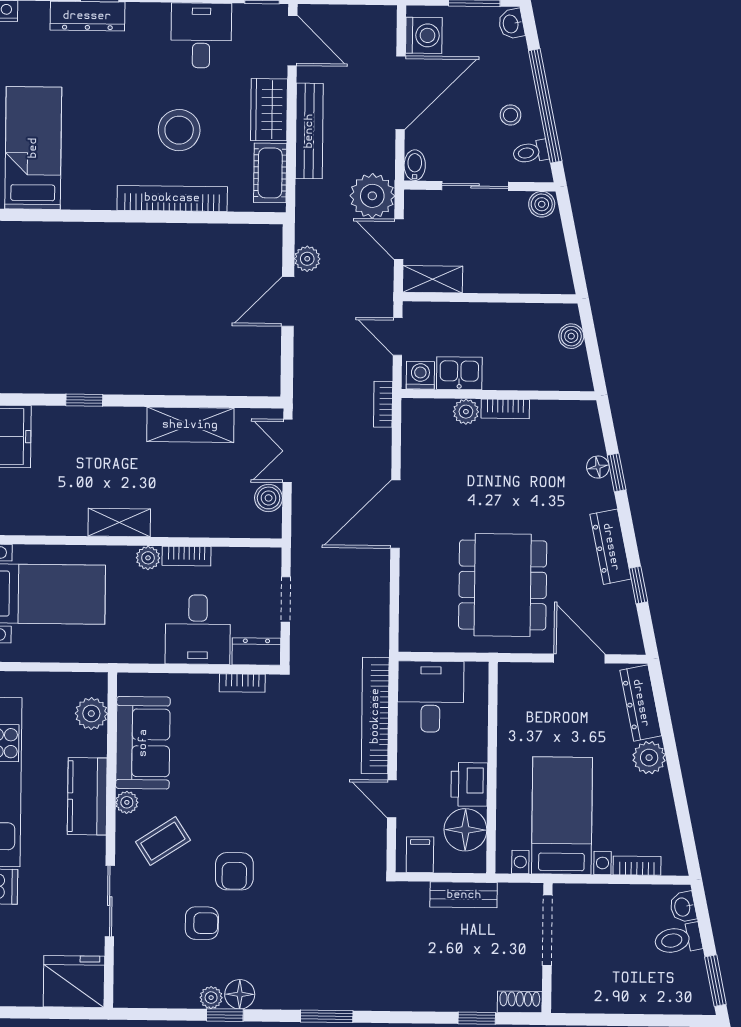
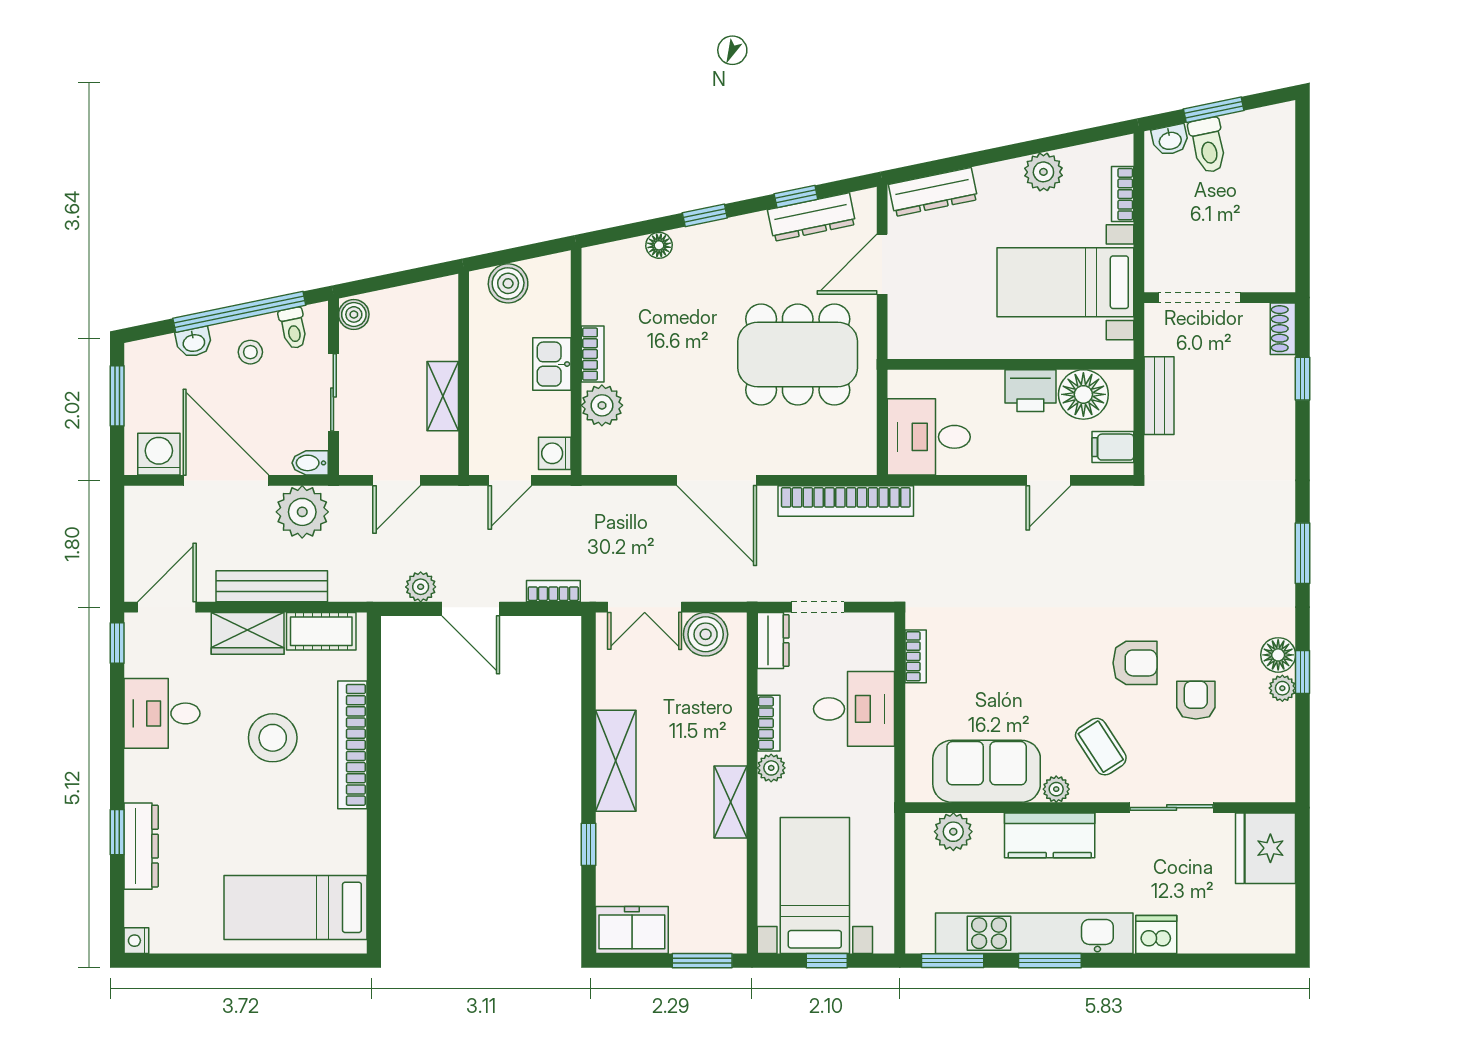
washbasin: (511, 24) -> (194, 342), moved
plant: (372, 196) -> (302, 512), moved
shelving: (433, 279) -> (443, 396), moved
boiler: (571, 336) -> (508, 283), width x1.36, depth x1.36
kitchen sink: (459, 373) -> (552, 364), moved
bookcase: (383, 404) -> (553, 591), moved, turned 180
plant: (466, 412) -> (602, 405), width x1.38, depth x1.38
shelving: (190, 425) -> (616, 761), moved
window: (617, 473) -> (705, 215), moved
boiler: (269, 498) -> (706, 634), width x1.36, depth x1.36
dresser: (611, 547) -> (812, 217), moved
dresser: (256, 651) -> (773, 640), moved, turned 180
bookcase: (375, 716) -> (846, 501), moved
plant: (649, 758) -> (1043, 172), moved
window: (715, 981) -> (1214, 110), moved

